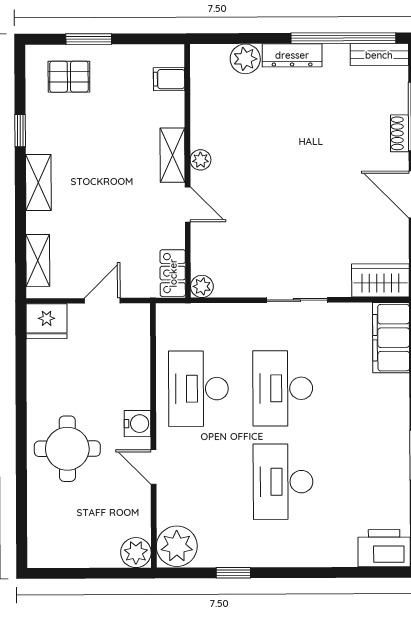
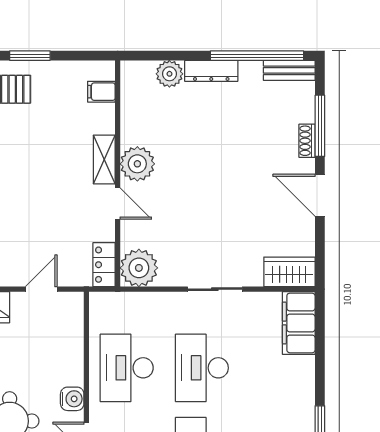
plant: (201, 160) -> (137, 164), width x1.87, depth x1.87
plant: (202, 286) -> (139, 268), width x1.88, depth x1.88

